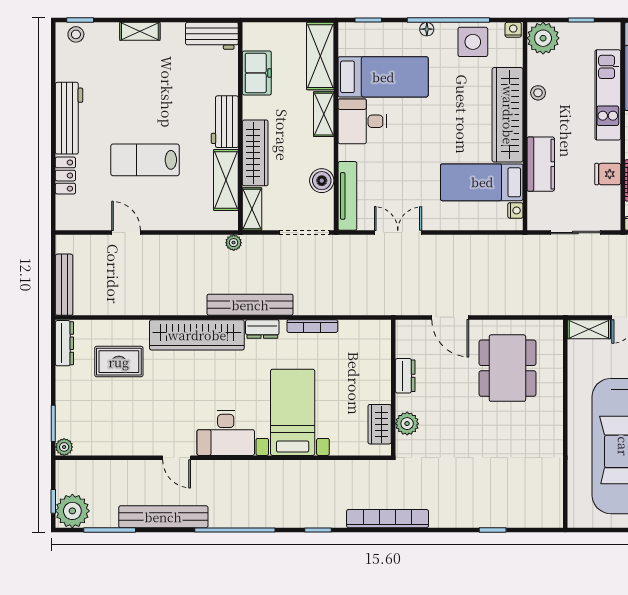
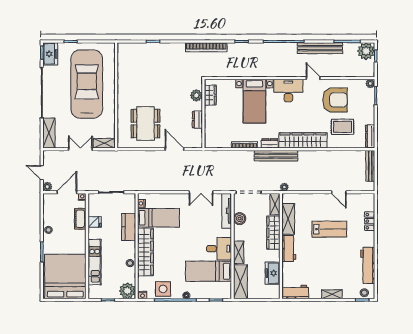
workbench: (69, 118) -> (368, 265), moved
armchair: (134, 415) -> (335, 100), added

